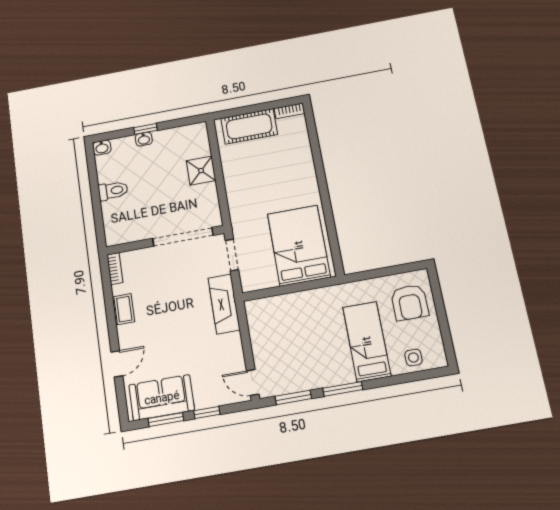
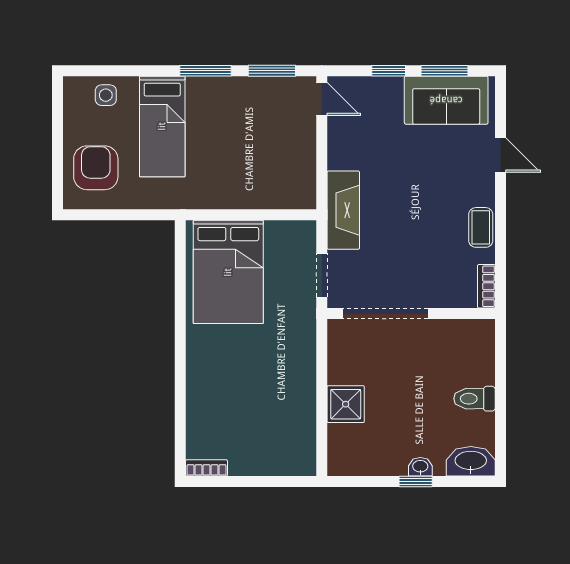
cot: (249, 126) -> (267, 456), removed
washbasin: (102, 148) -> (471, 461), width x1.91, depth x1.45
door: (117, 364) -> (500, 155), swing flipped

